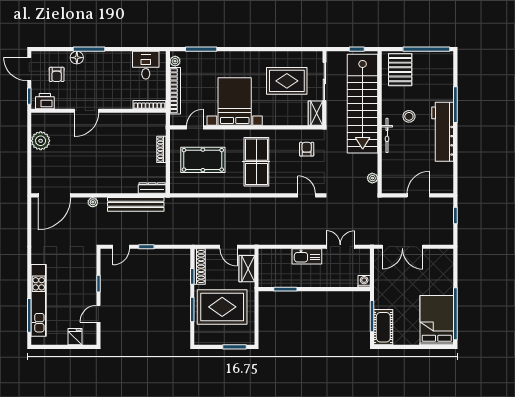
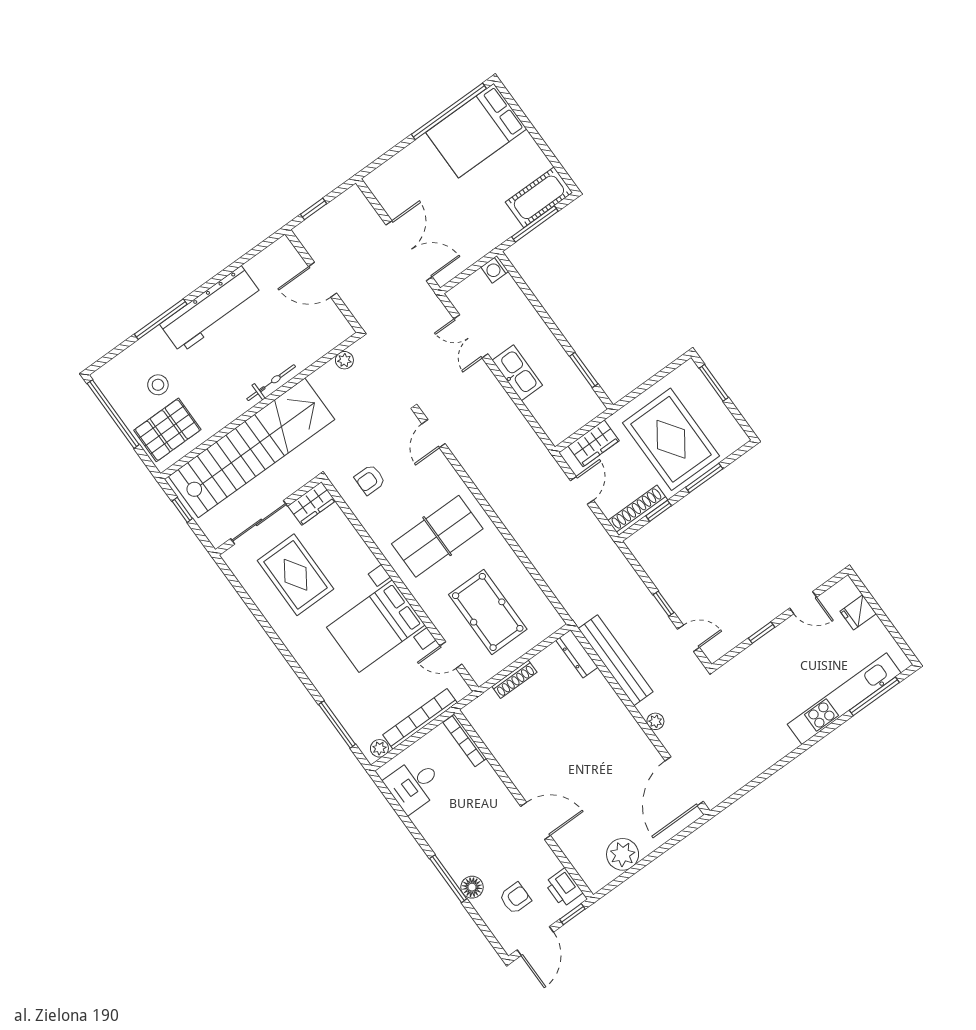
stool: (409, 116) -> (158, 385), moved
door: (54, 195) -> (684, 781), swing flipped

